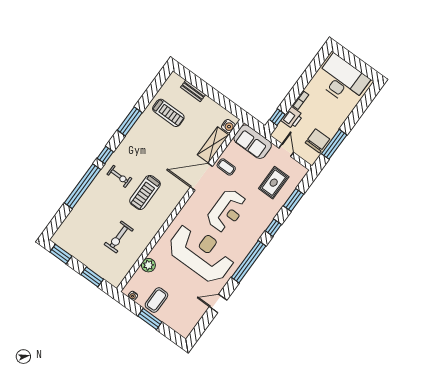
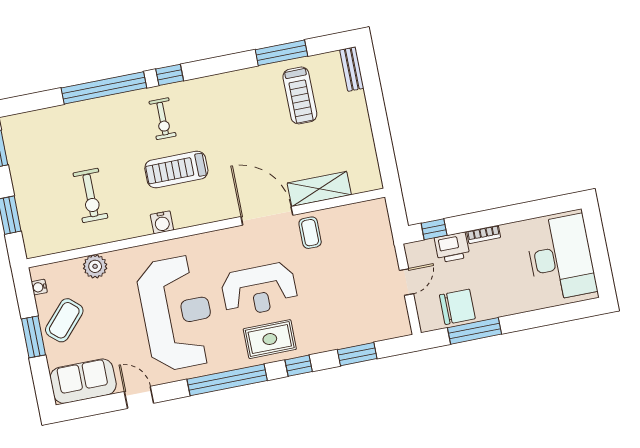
bench: (193, 91) -> (352, 69), moved
window: (130, 121) -> (281, 53), moved
water cooler: (228, 126) -> (162, 222), moved
sofa: (253, 142) -> (83, 381), moved, turned 90
rug: (274, 183) -> (270, 339), moved
exercise bike: (119, 237) -> (90, 195), turned -90
coffee table: (156, 300) -> (64, 320), turned -48

